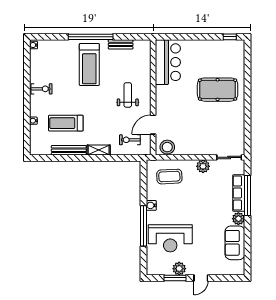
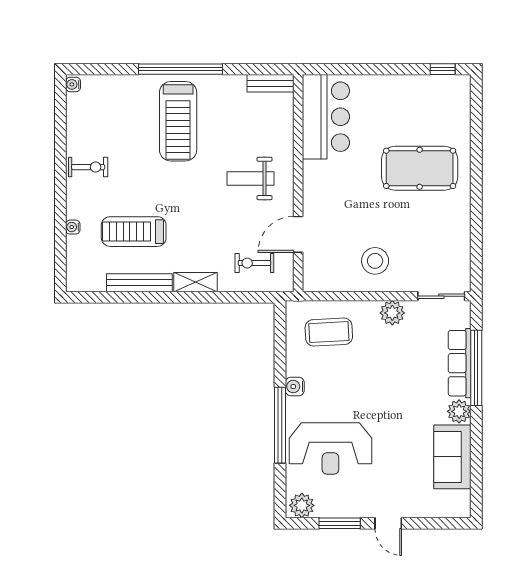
bench: (121, 44) -> (270, 83), moved
weight bench: (128, 95) -> (250, 178), turned -90
stool: (167, 147) -> (375, 261), moved
plant: (179, 269) -> (302, 505), moved
door: (201, 278) -> (388, 523), hinge flipped

